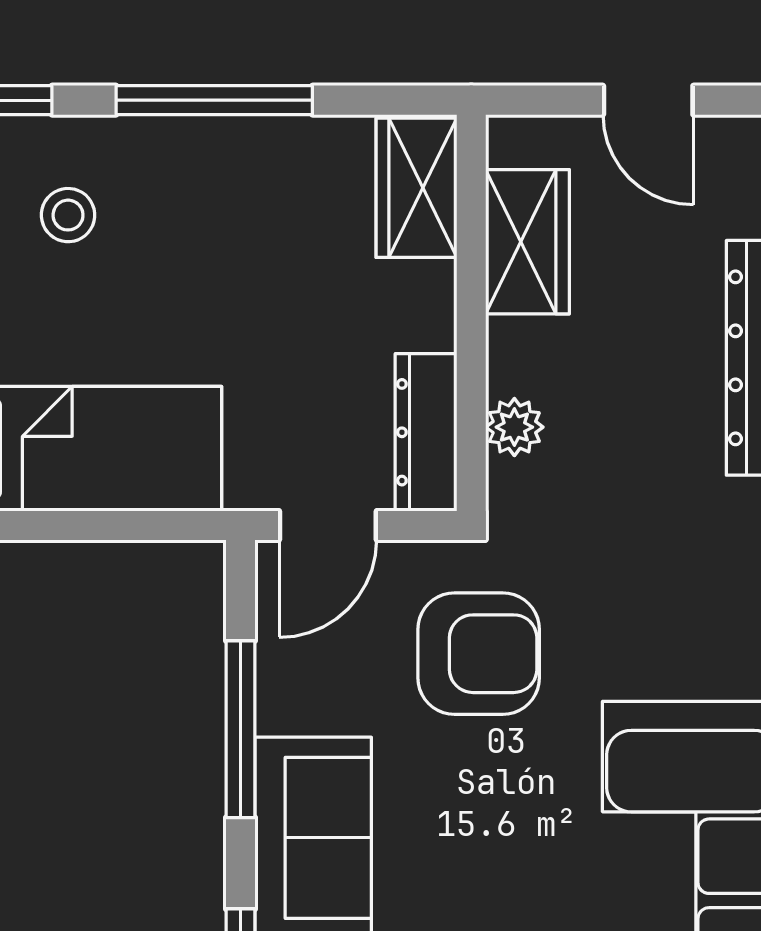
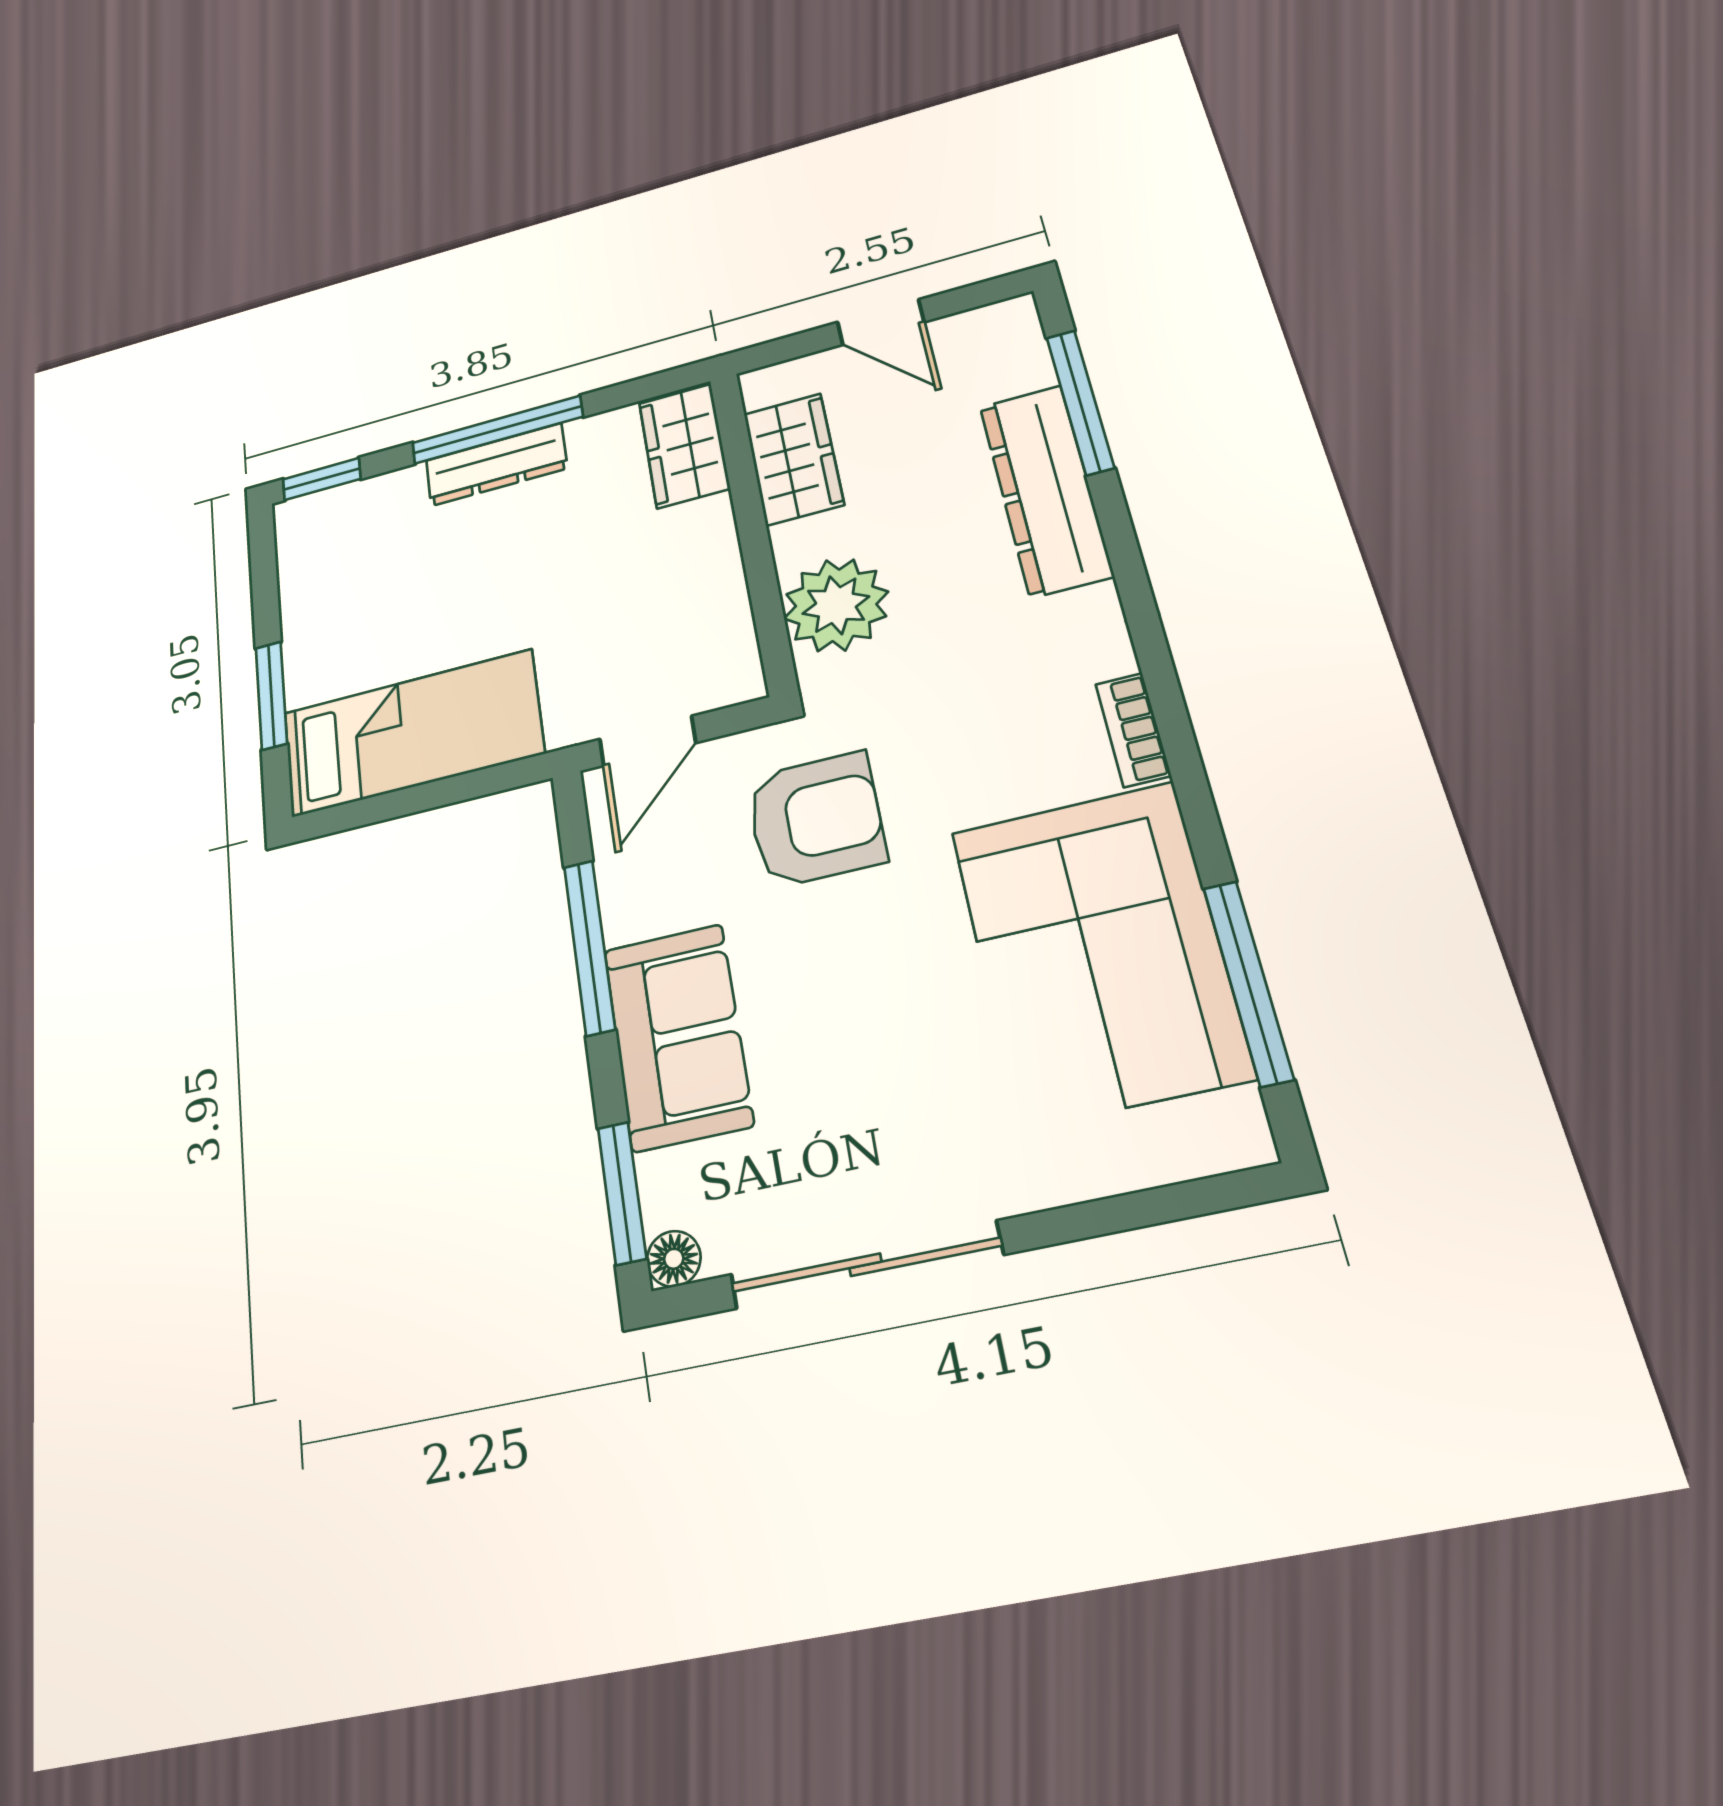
stool: (68, 215) -> (381, 550), removed
plant: (514, 427) -> (836, 605), width x1.87, depth x1.87
dresser: (426, 432) -> (496, 464), moved, turned -90

